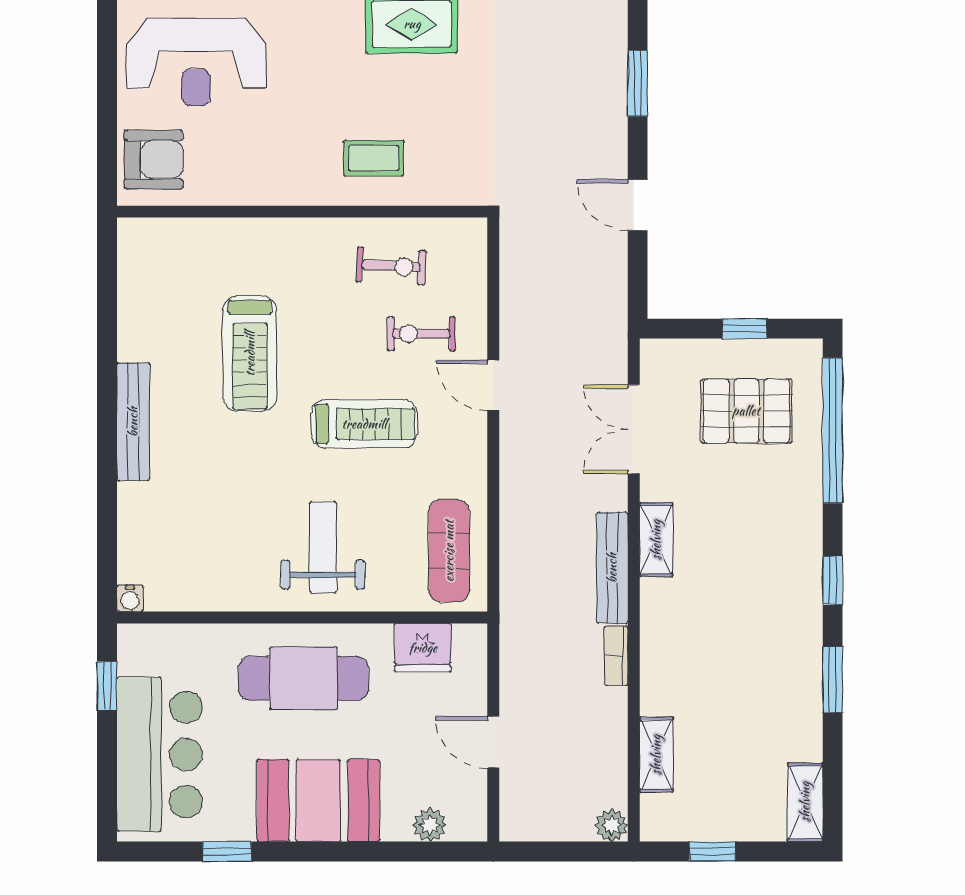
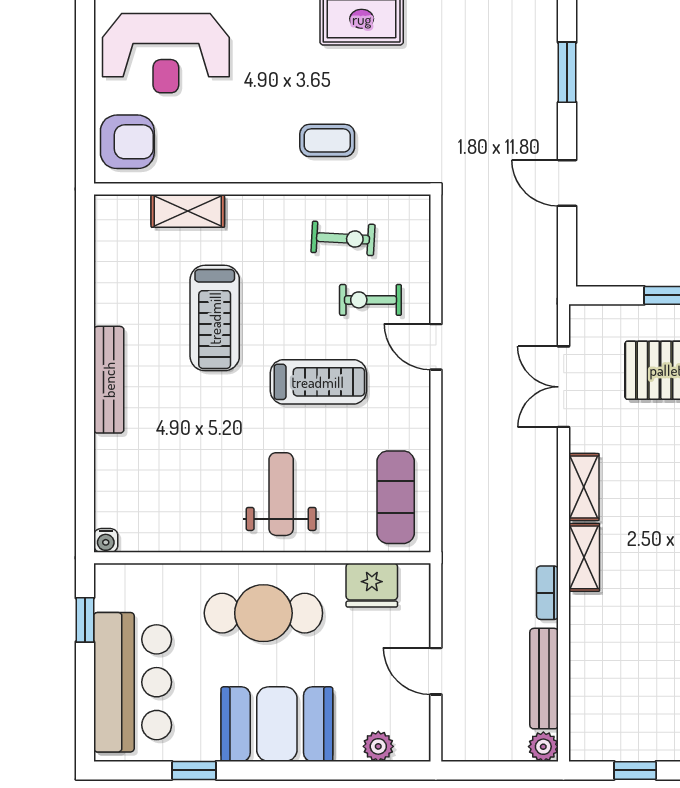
shelving: (220, 236) -> (188, 211), added
bench: (612, 568) -> (544, 679), moved
shelving: (656, 755) -> (584, 557), moved

